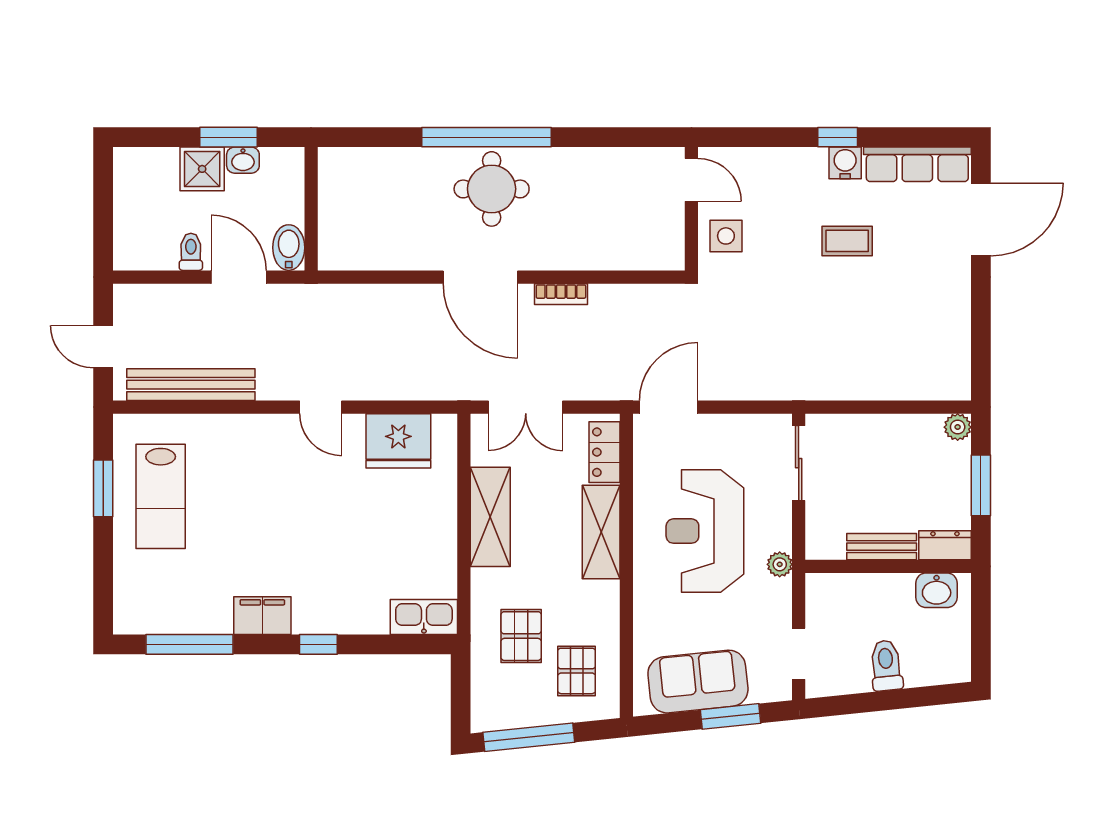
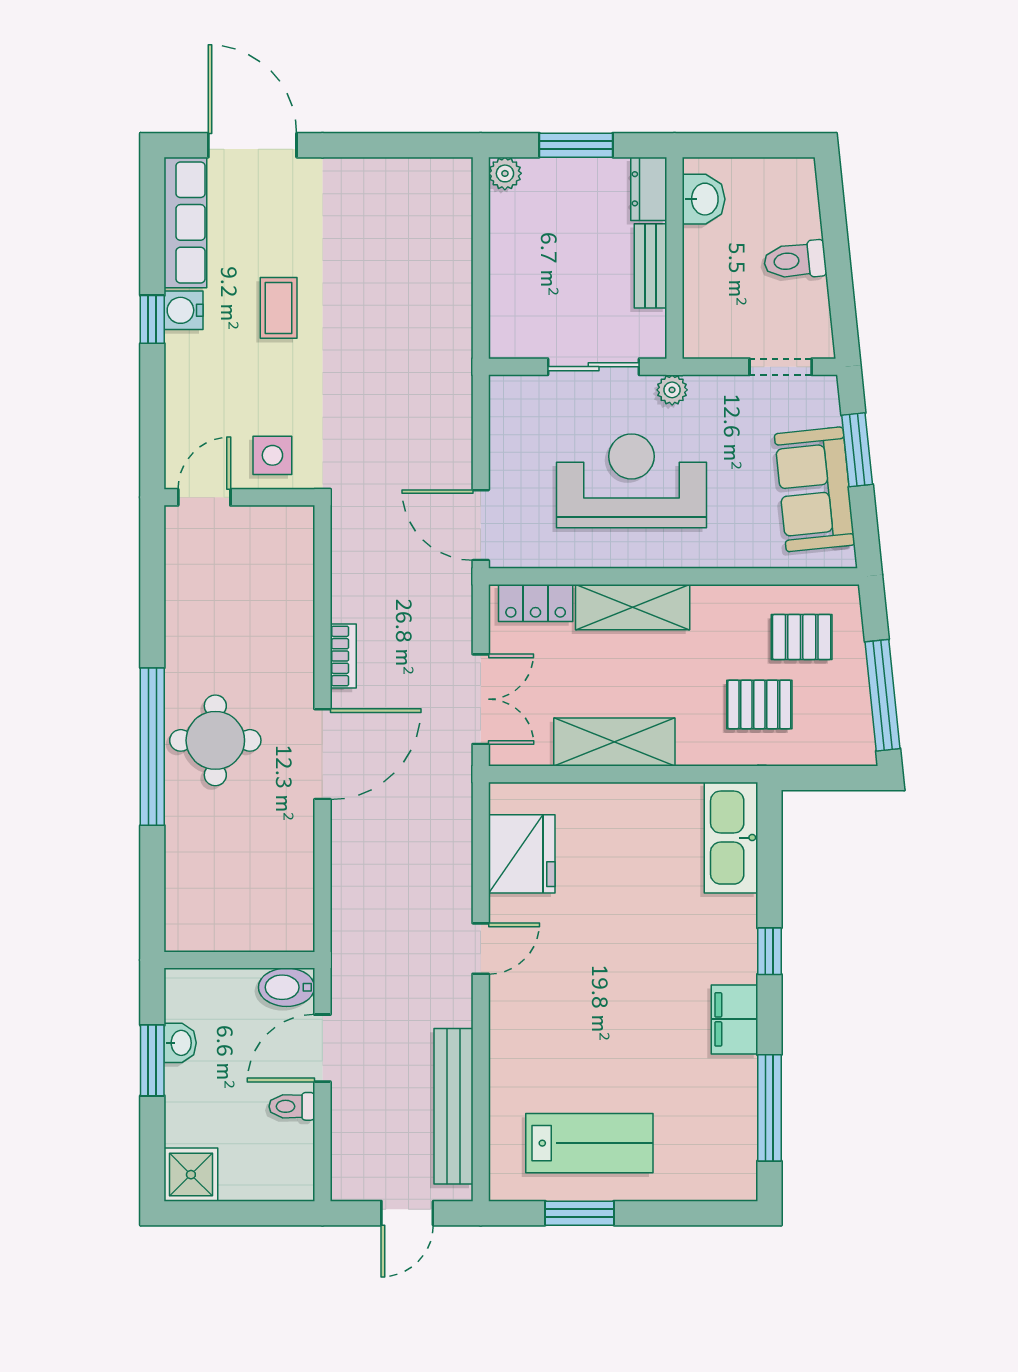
shower: (202, 169) -> (191, 1175), moved
sliding door: (799, 463) -> (594, 367), moved
reception desk: (705, 531) -> (631, 481), turned 180
kitchen sink: (424, 617) -> (731, 838), width x1.36, depth x1.24

